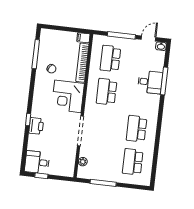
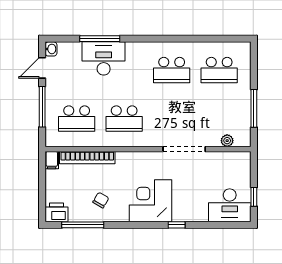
door: (148, 38) -> (42, 68), hinge flipped
desk: (150, 82) -> (104, 58), width x1.37
corner desk: (68, 96) -> (150, 201), moved, turned 180
printer: (36, 126) -> (57, 212), moved
desk: (37, 162) -> (230, 205), width x1.37

